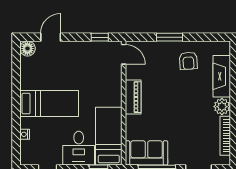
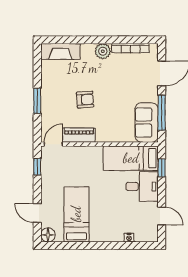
armchair: (188, 61) -> (85, 100), moved
fireplace: (222, 76) -> (60, 51), moved
piano: (133, 97) -> (79, 135), moved
bed: (49, 104) -> (76, 214), moved

